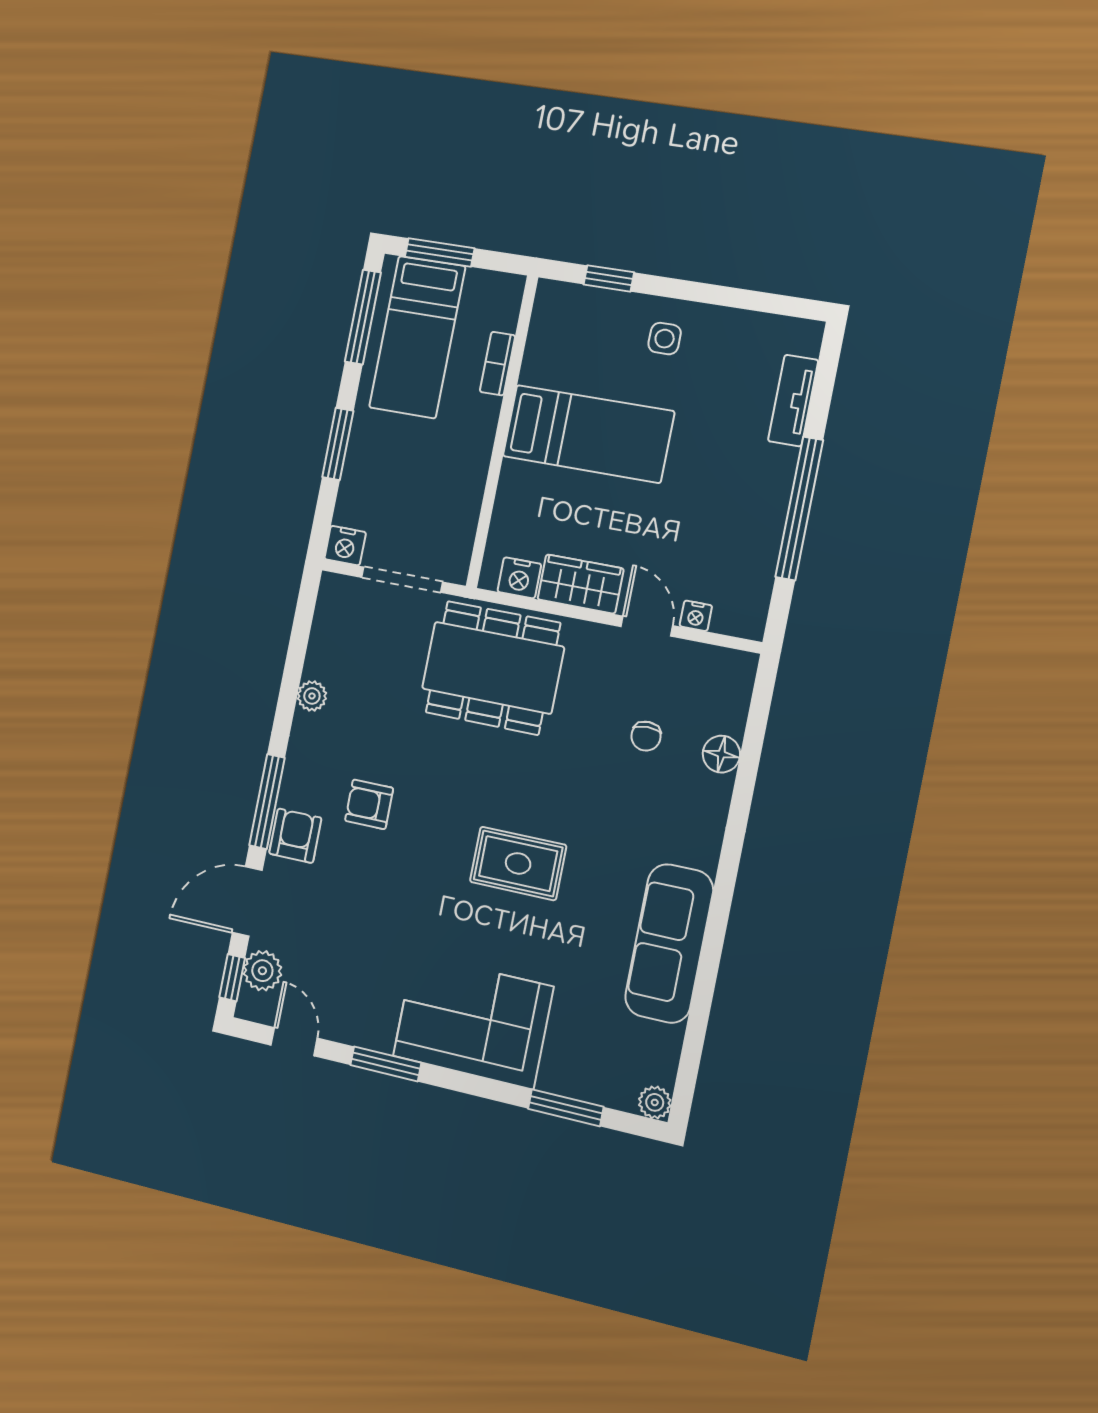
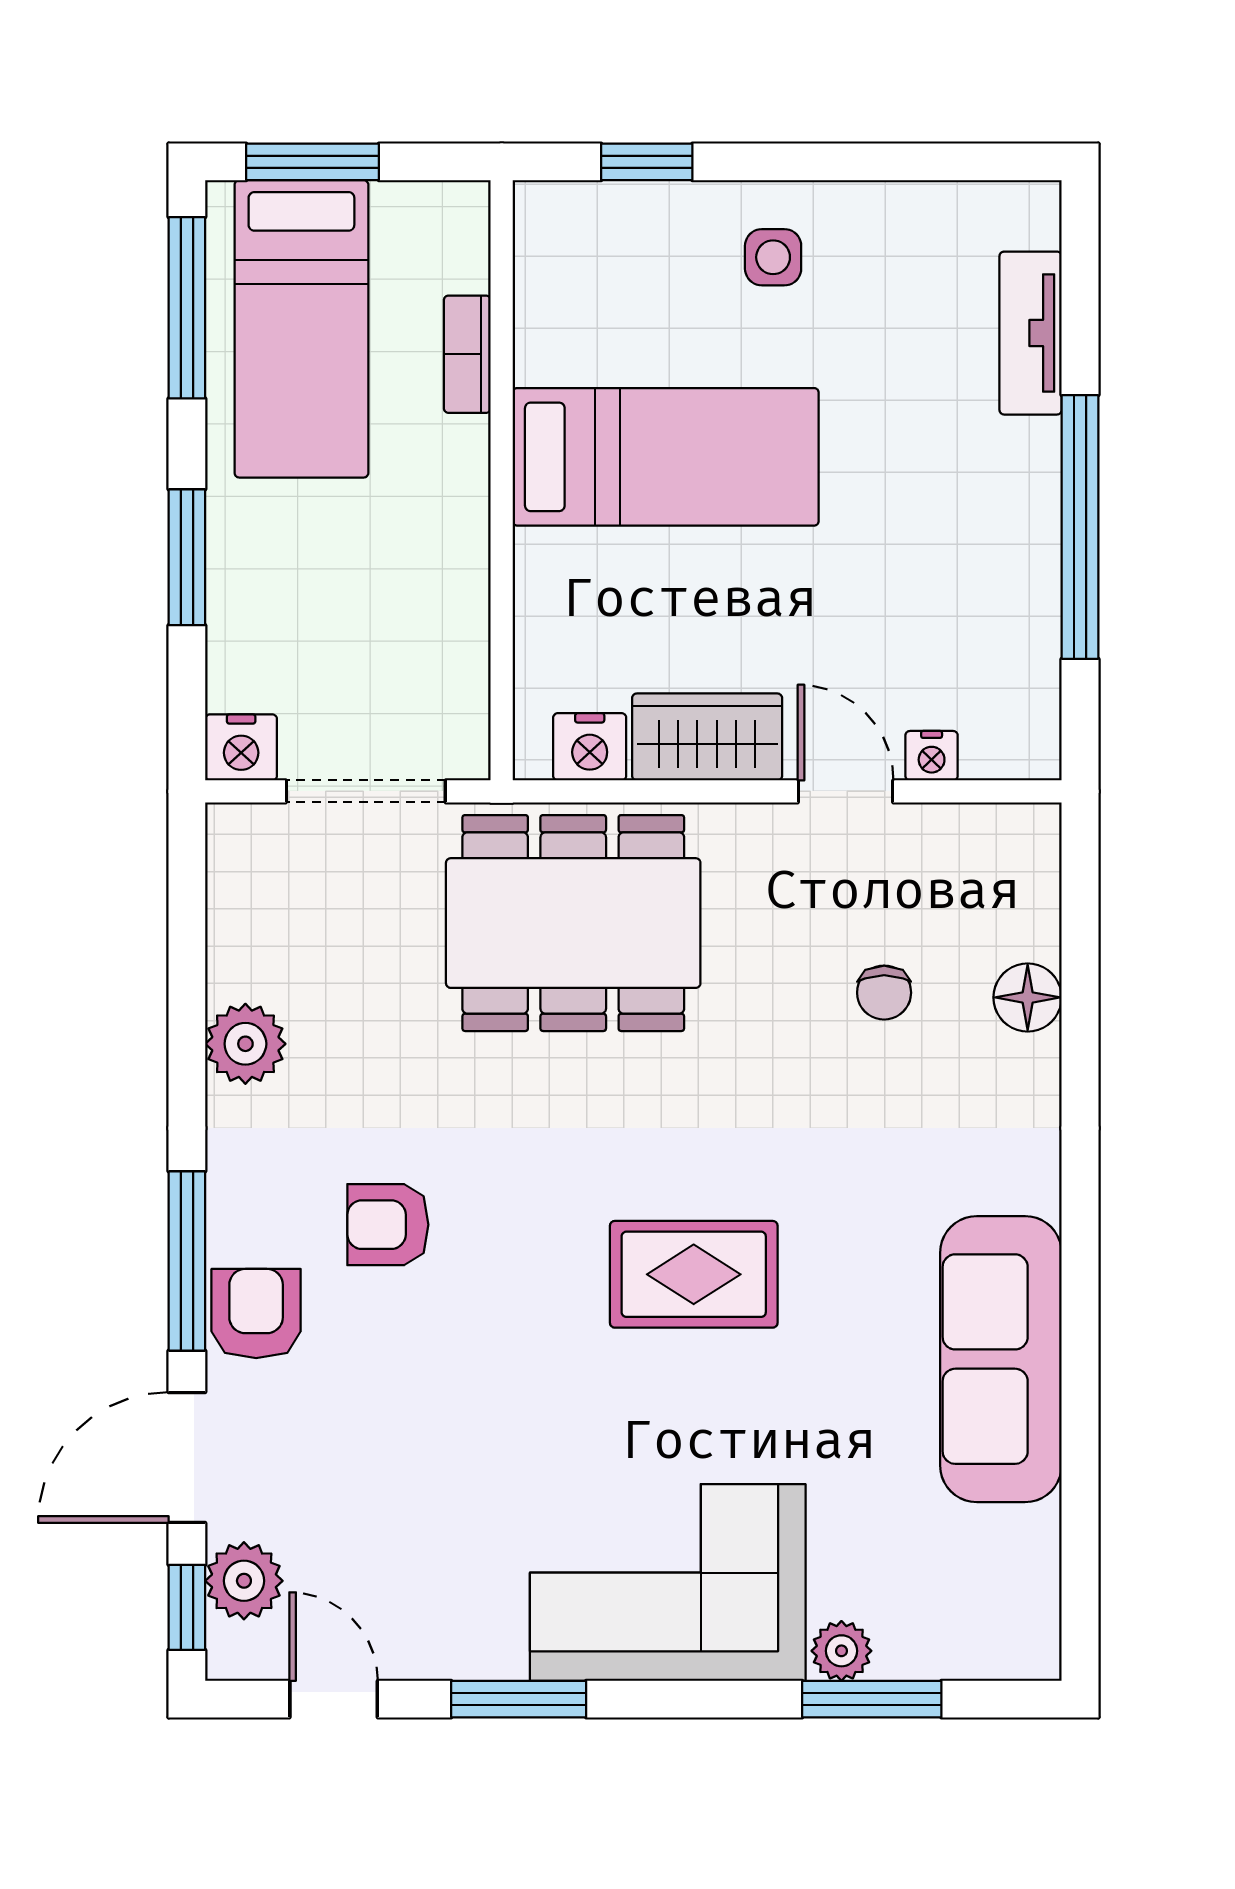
plant: (312, 696) -> (245, 1044), width x1.38, depth x1.38
plant: (655, 1102) -> (841, 1651), moved

